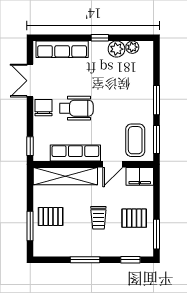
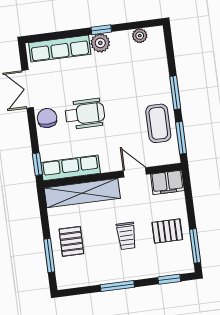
plant: (117, 49) -> (100, 43), moved
coffee table: (135, 140) -> (158, 123), moved
row of seats: (75, 153) -> (71, 168), moved
door: (113, 164) -> (135, 172), swing flipped
pallet: (51, 216) -> (71, 241), turned 90

